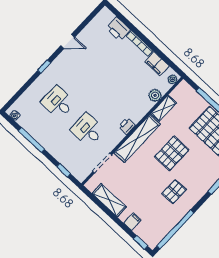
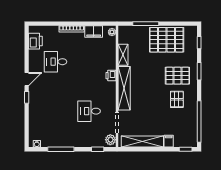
printer: (118, 29) -> (35, 41), moved, turned -90
door: (68, 41) -> (27, 79), moved
plant: (155, 95) -> (110, 140), moved
desk: (58, 102) -> (55, 62), moved
printer: (127, 126) -> (111, 76), moved
pallet: (172, 153) -> (177, 76), moved, turned 90
shelving: (109, 200) -> (142, 142), width x1.47

